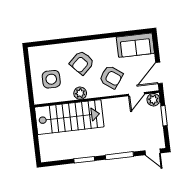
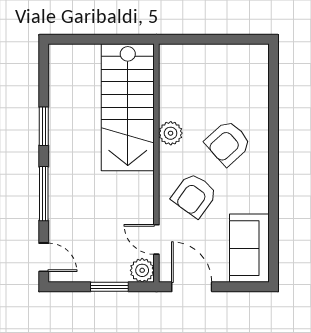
armchair: (82, 63) -> (228, 143), turned -89
side table: (51, 79) -> (203, 82), removed
door: (153, 152) -> (44, 257), swing flipped

